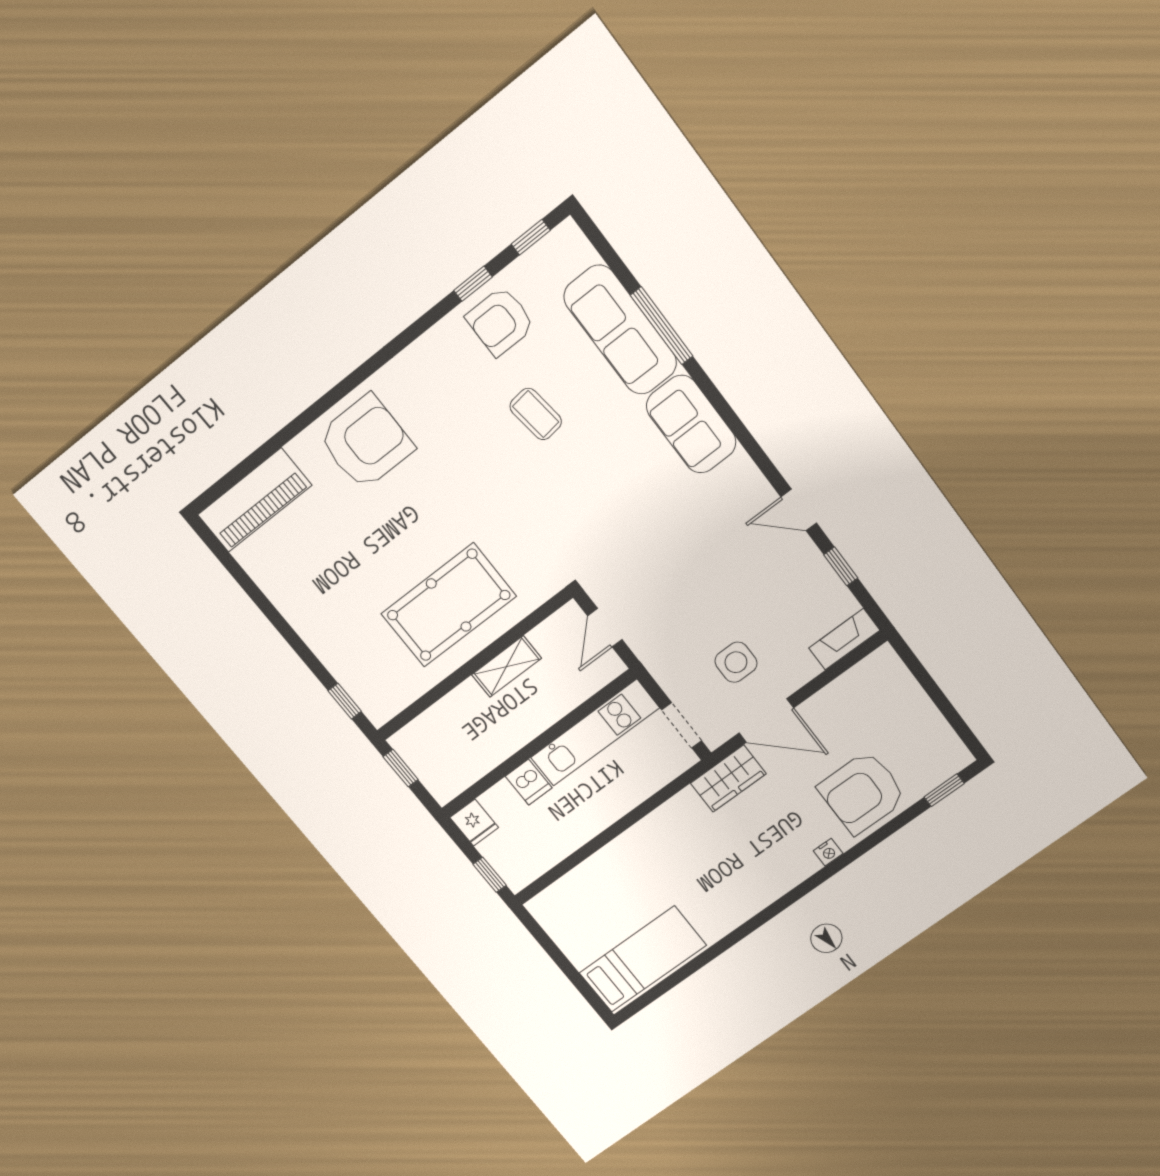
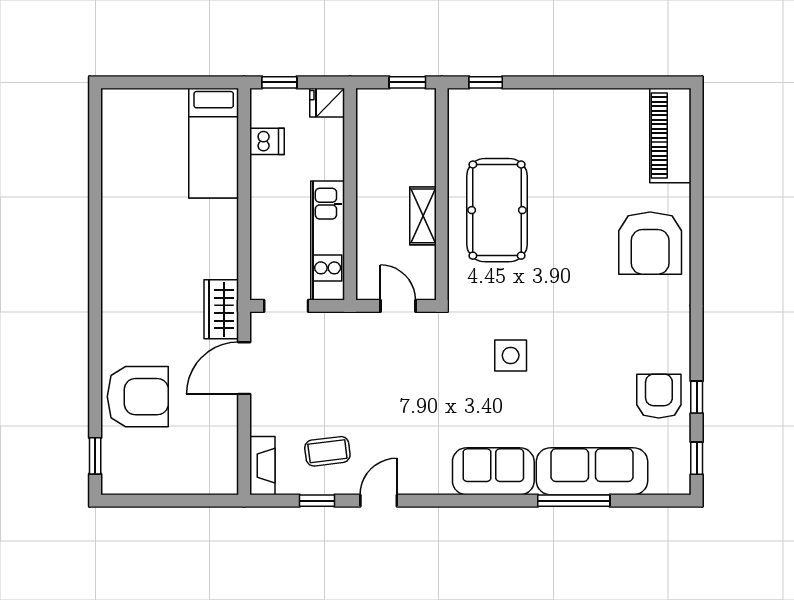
coffee table: (536, 414) -> (327, 451), moved
side table: (736, 662) -> (511, 355), moved
dishwasher: (529, 782) -> (267, 141), moved, turned 180
armchair: (862, 793) -> (138, 397), turned 90
nightstand: (828, 852) -> (110, 339), removed
bed: (643, 959) -> (214, 143), moved

